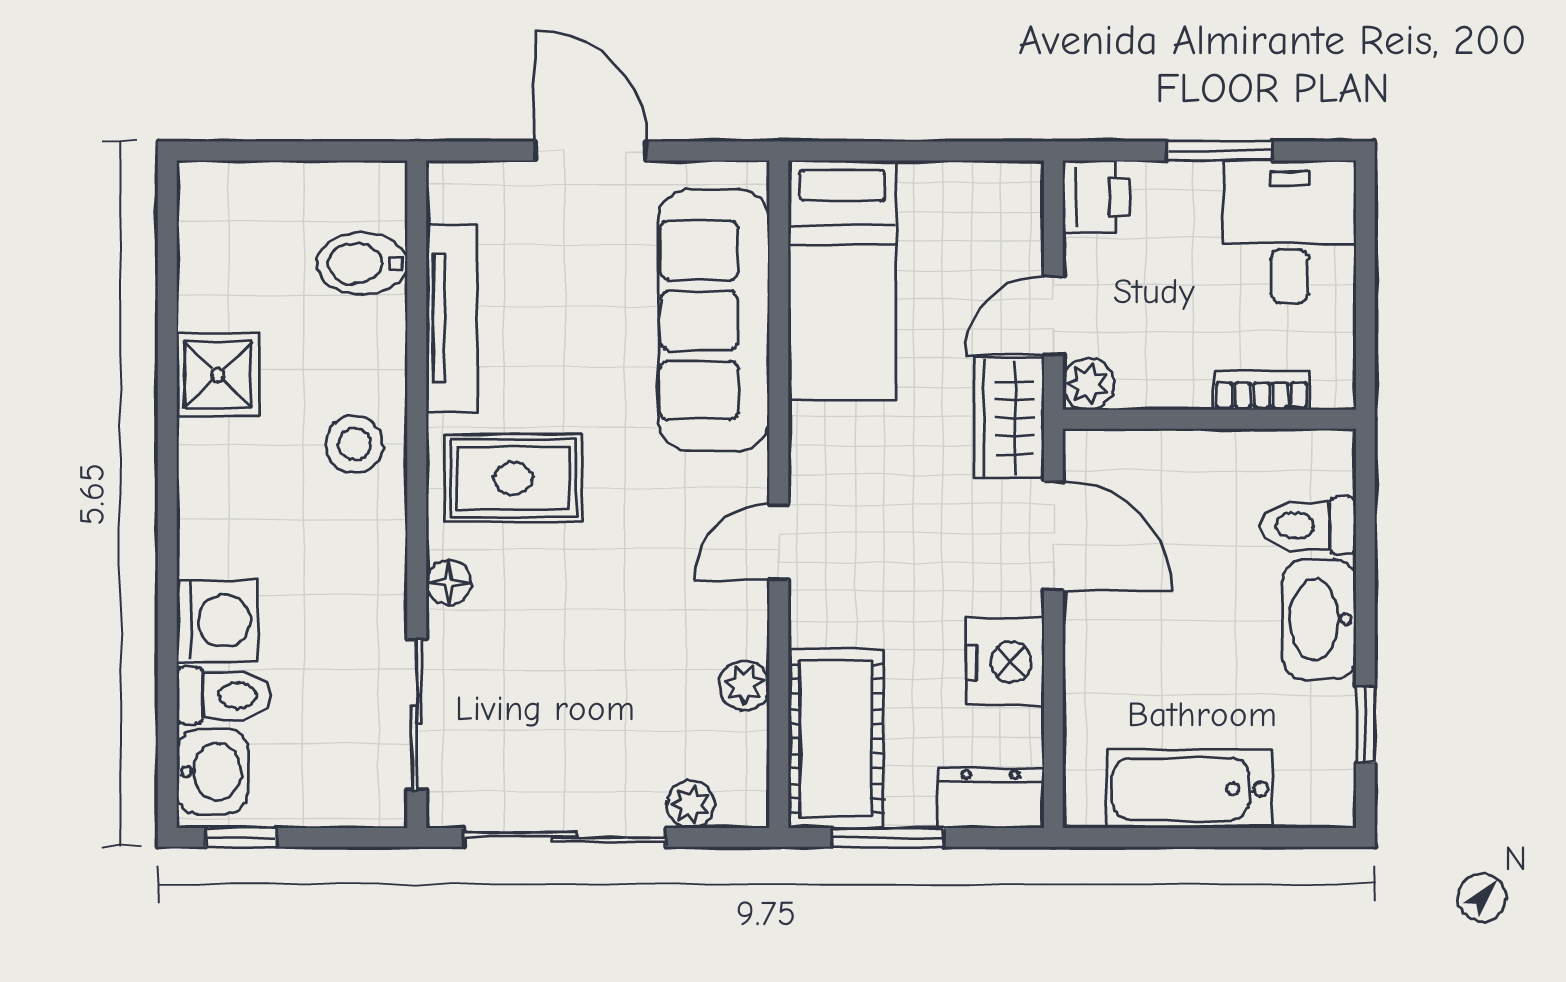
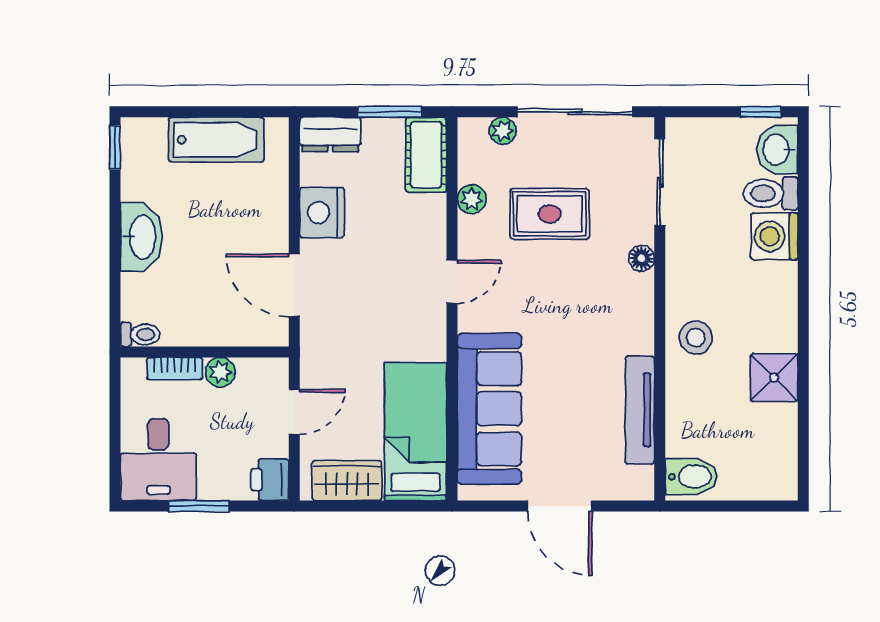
bidet: (362, 263) -> (691, 477), moved
plant: (1089, 384) -> (220, 372), moved
wardrobe: (1009, 418) -> (347, 481), moved, turned -90
rug: (513, 478) -> (550, 214), moved
toilet: (1308, 525) -> (140, 334), moved, width x0.73, depth x0.72
window: (1365, 724) -> (115, 147), moved
cot: (836, 739) -> (426, 155), width x0.73, depth x0.75

